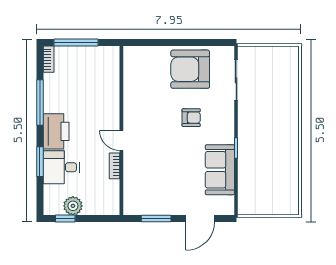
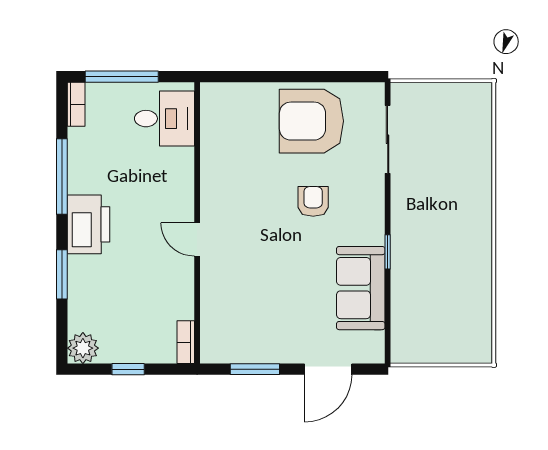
armchair: (191, 118) -> (313, 201), turned -90
bookcase: (115, 166) -> (186, 342), moved
desk: (61, 167) -> (164, 119), moved, turned 180
plant: (73, 206) -> (83, 348), moved
window: (65, 219) -> (128, 369), moved

